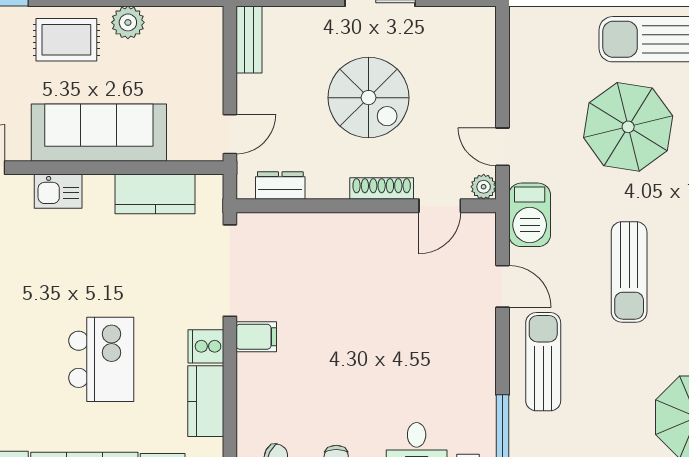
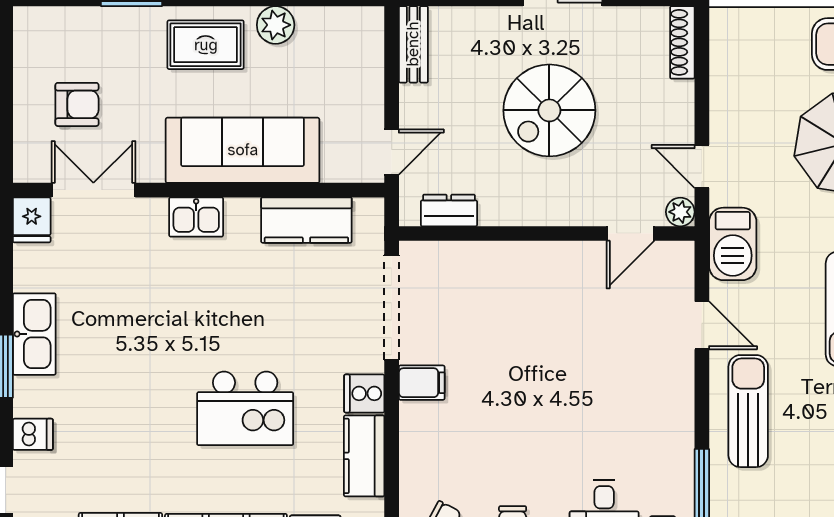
spiral stairs: (369, 98) -> (549, 110), turned 90
shoe rack: (382, 189) -> (682, 42), moved, turned -90
kitchen island: (101, 359) -> (245, 408), turned 90

